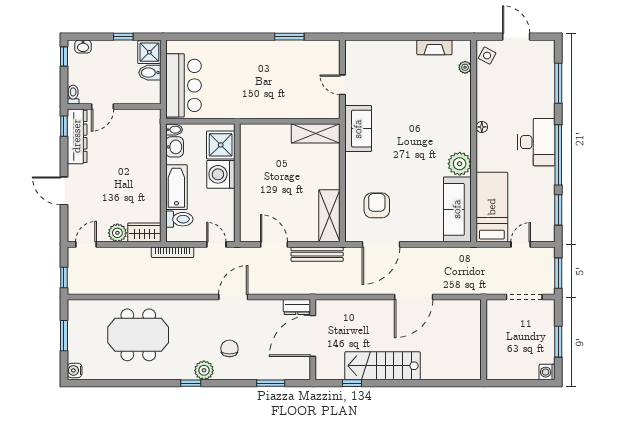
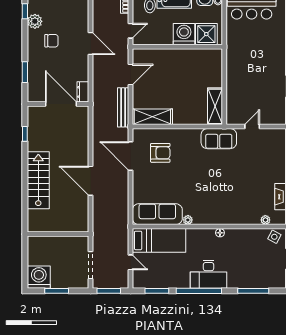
plant: (460, 164) -> (188, 220), width x0.53, depth x0.53
stairs: (383, 366) -> (38, 180), moved
washing machine: (547, 372) -> (39, 277), width x1.89, depth x1.89

